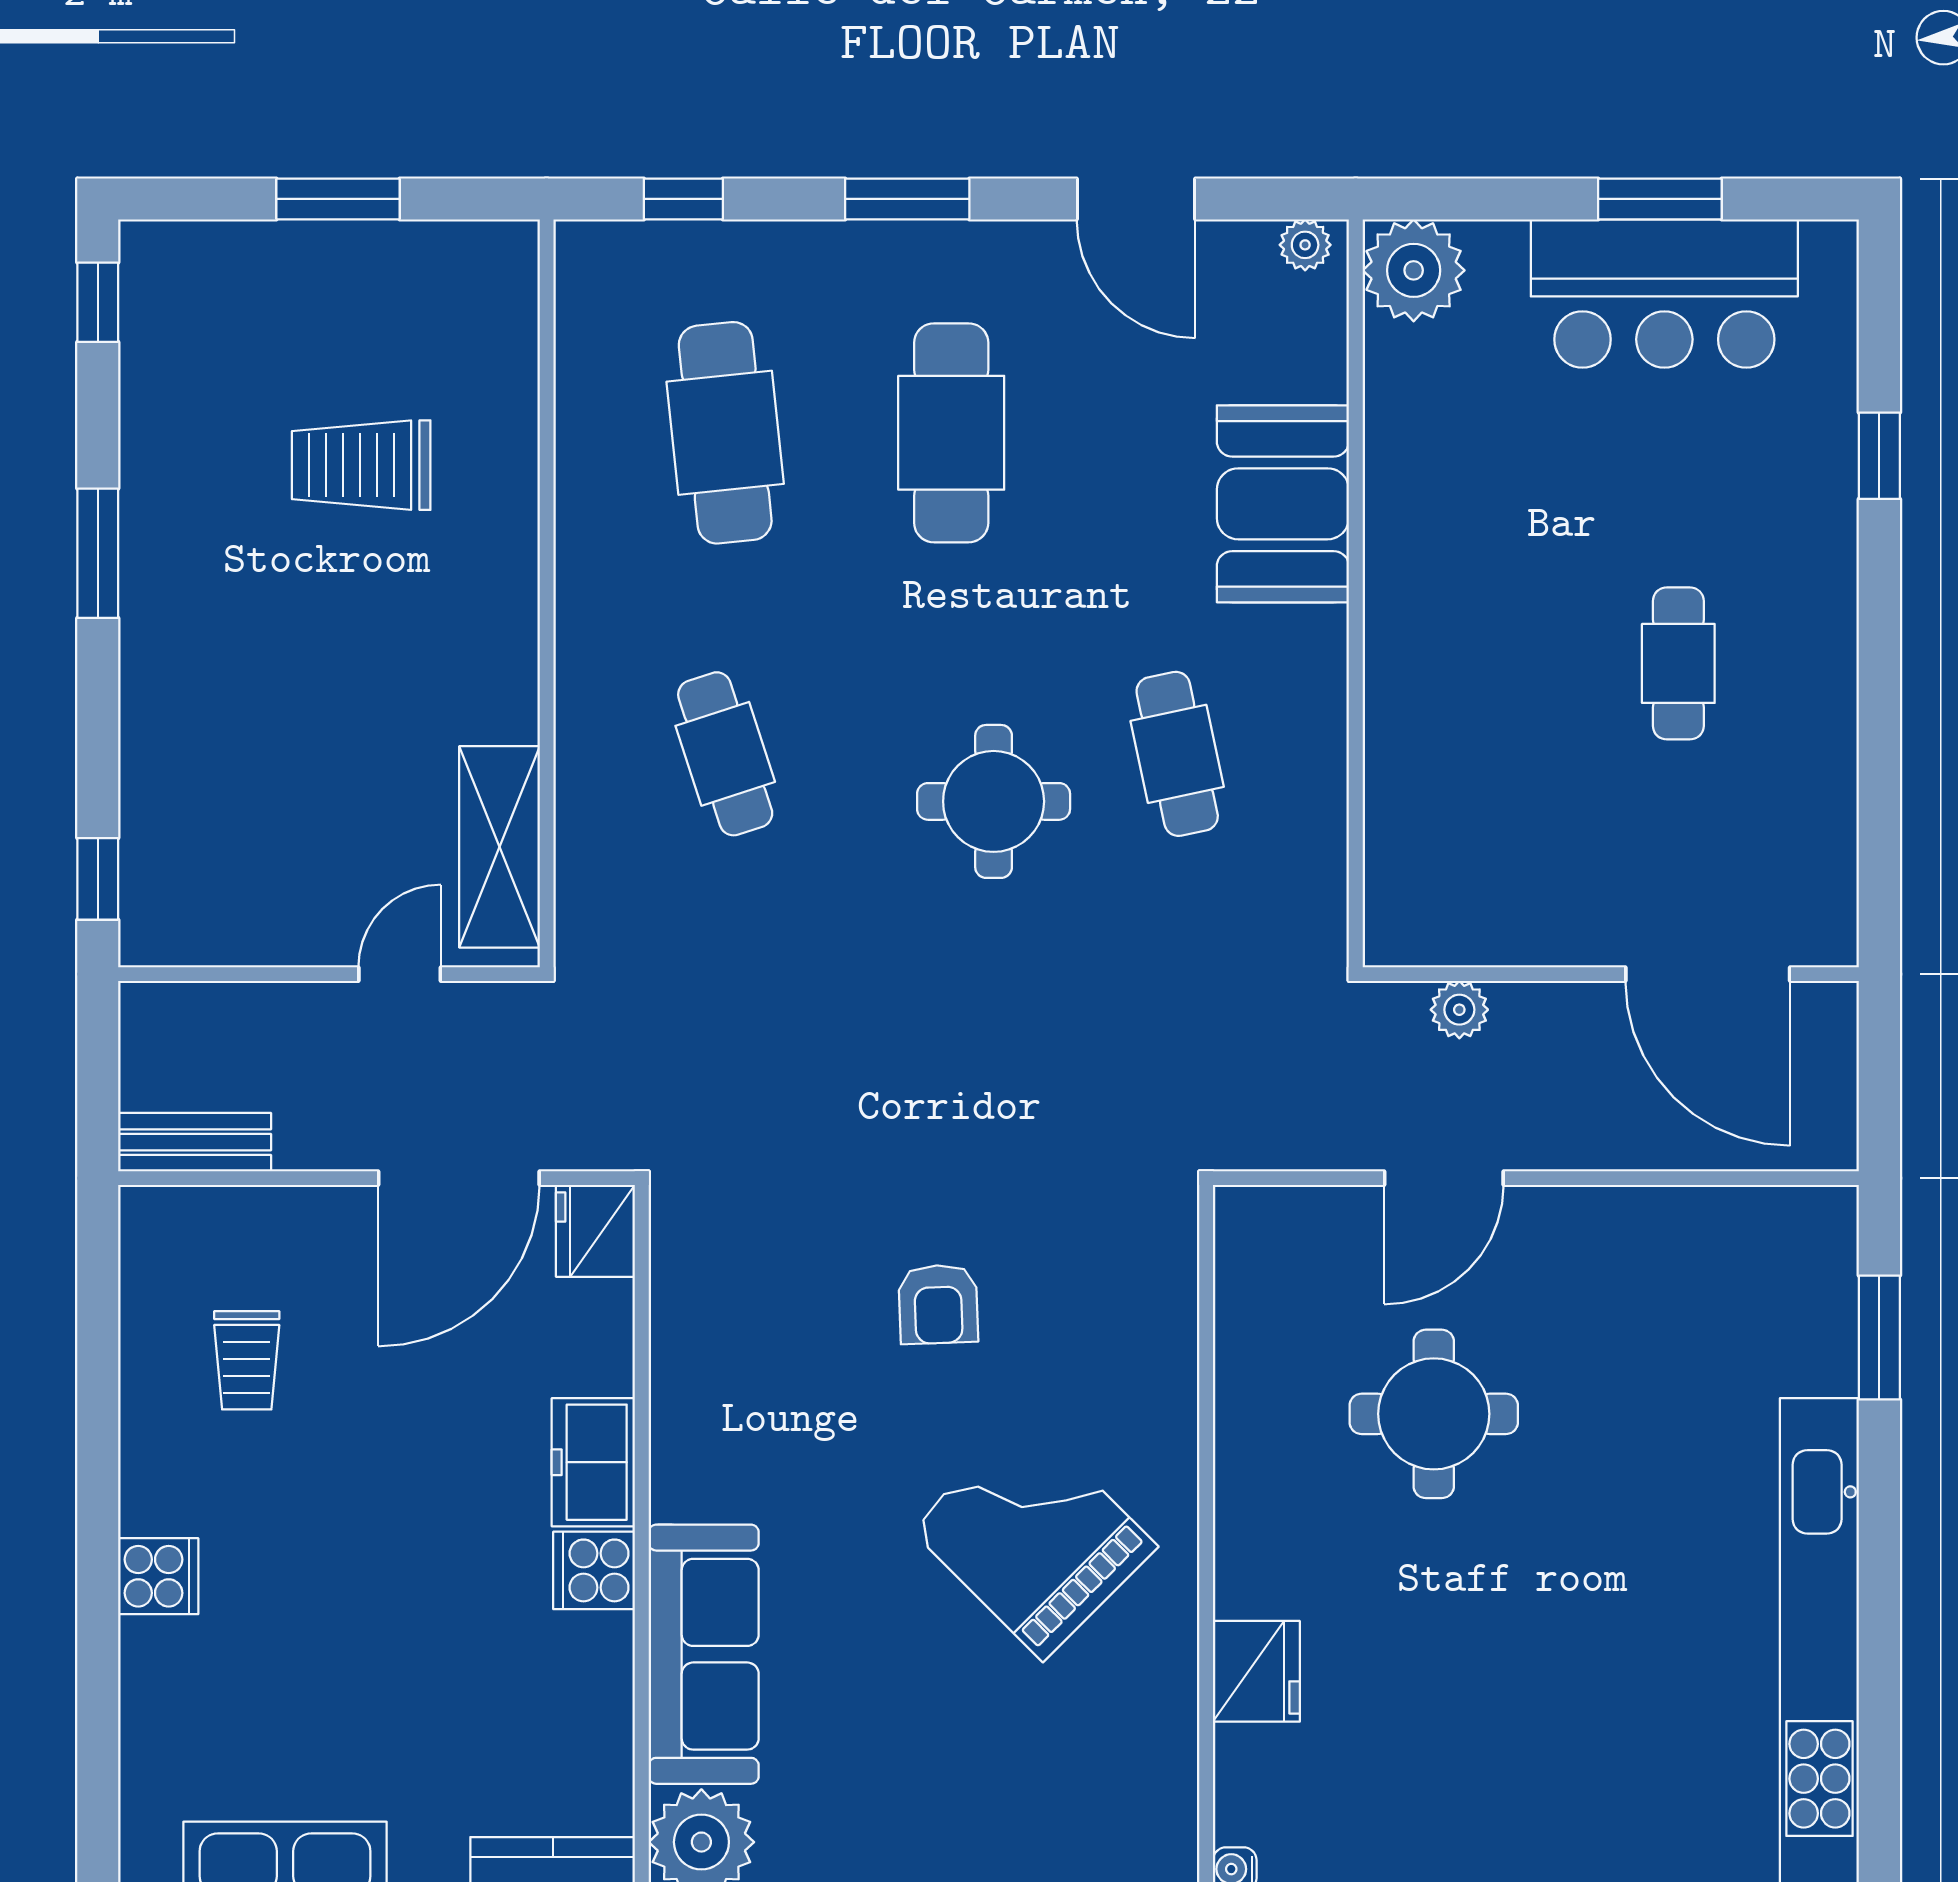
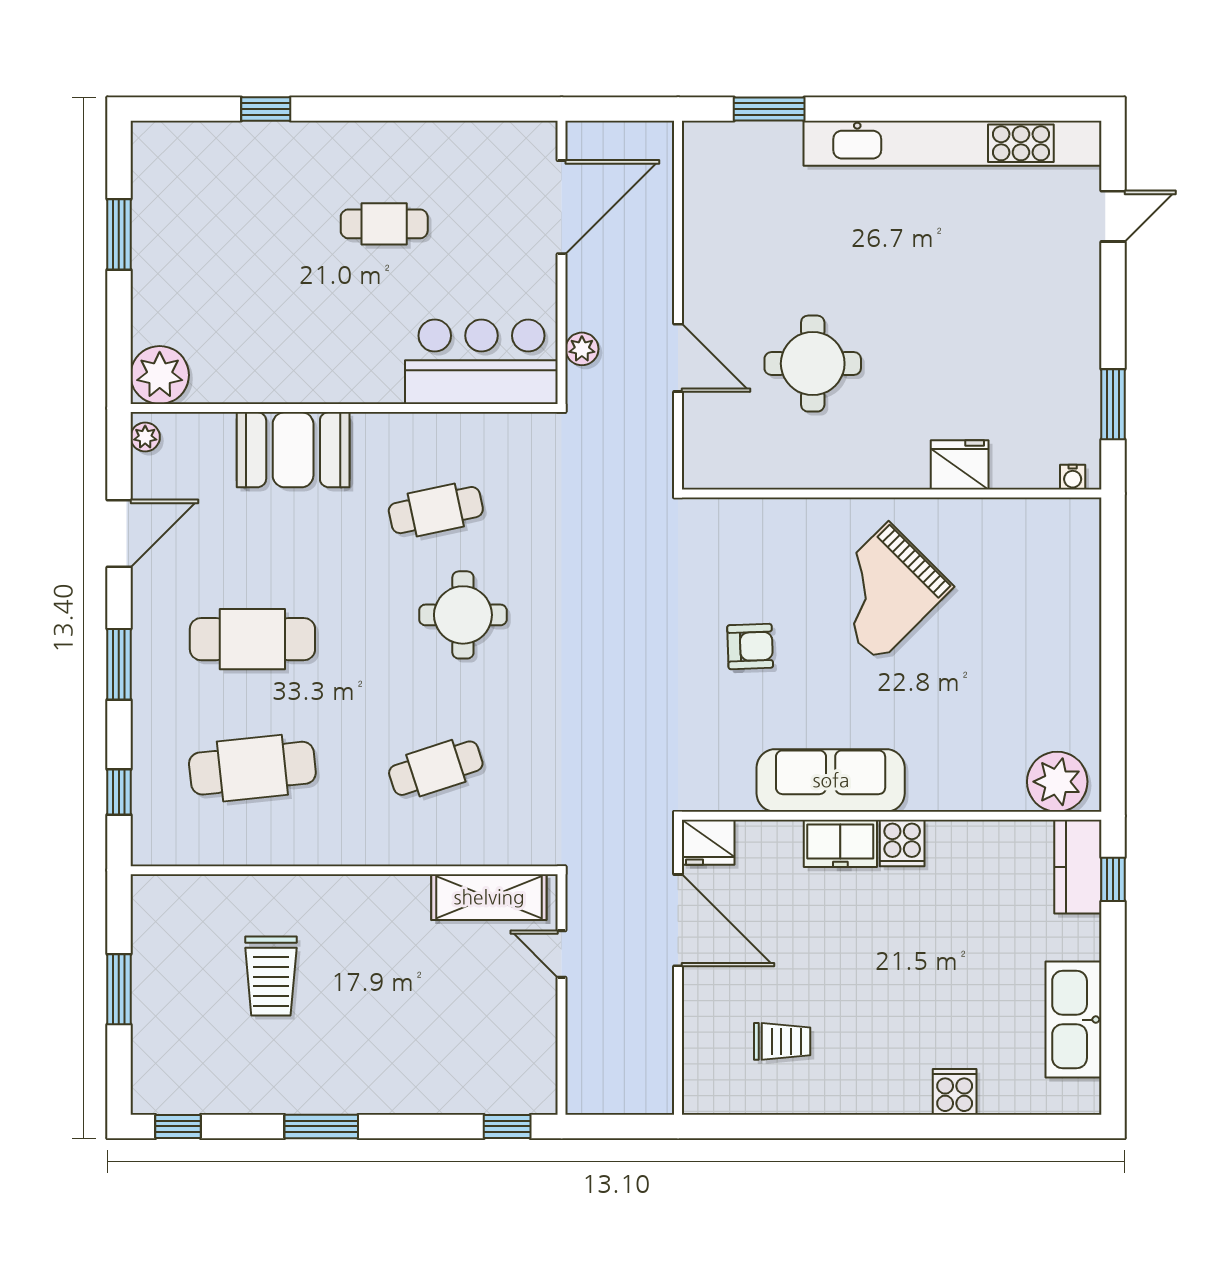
bar counter: (1664, 294) -> (481, 362), moved, turned -90
bench: (195, 1142) -> (658, 1071), removed
cooker: (158, 1576) -> (955, 1092), moved
sofa: (704, 1654) -> (831, 780), moved

